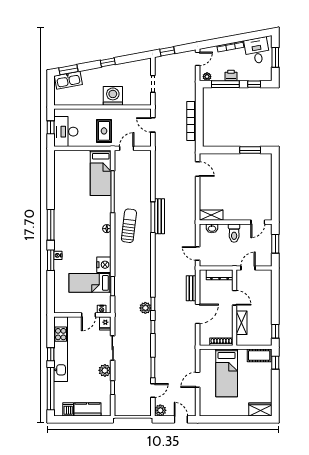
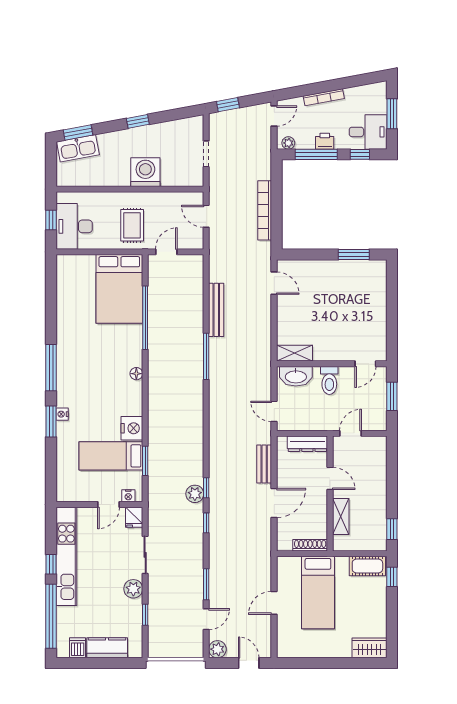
desk: (257, 51) -> (368, 132), moved, turned 101
bed: (101, 173) -> (119, 289), width x1.50
bench: (159, 216) -> (216, 310), moved
sun lounger: (129, 226) -> (170, 369), removed
washbasin: (212, 228) -> (296, 376), width x1.91, depth x1.45

